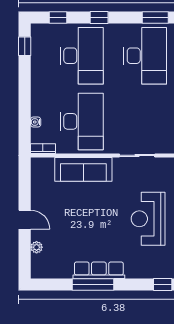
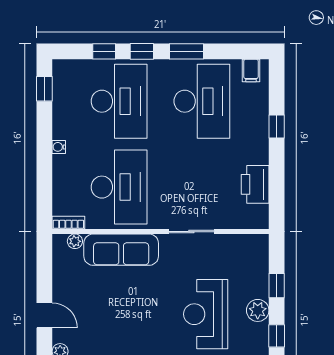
window: (58, 18) -> (104, 51), moved
window: (155, 18) -> (187, 51), moved
water cooler: (36, 122) -> (59, 147), moved
plant: (48, 163) -> (75, 241), added

